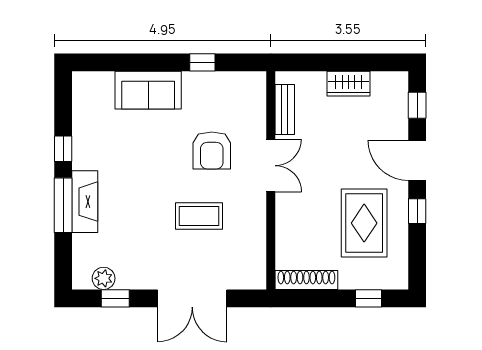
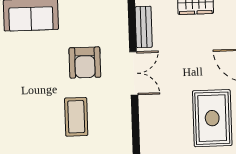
coffee table: (199, 216) -> (76, 117), turned 90

